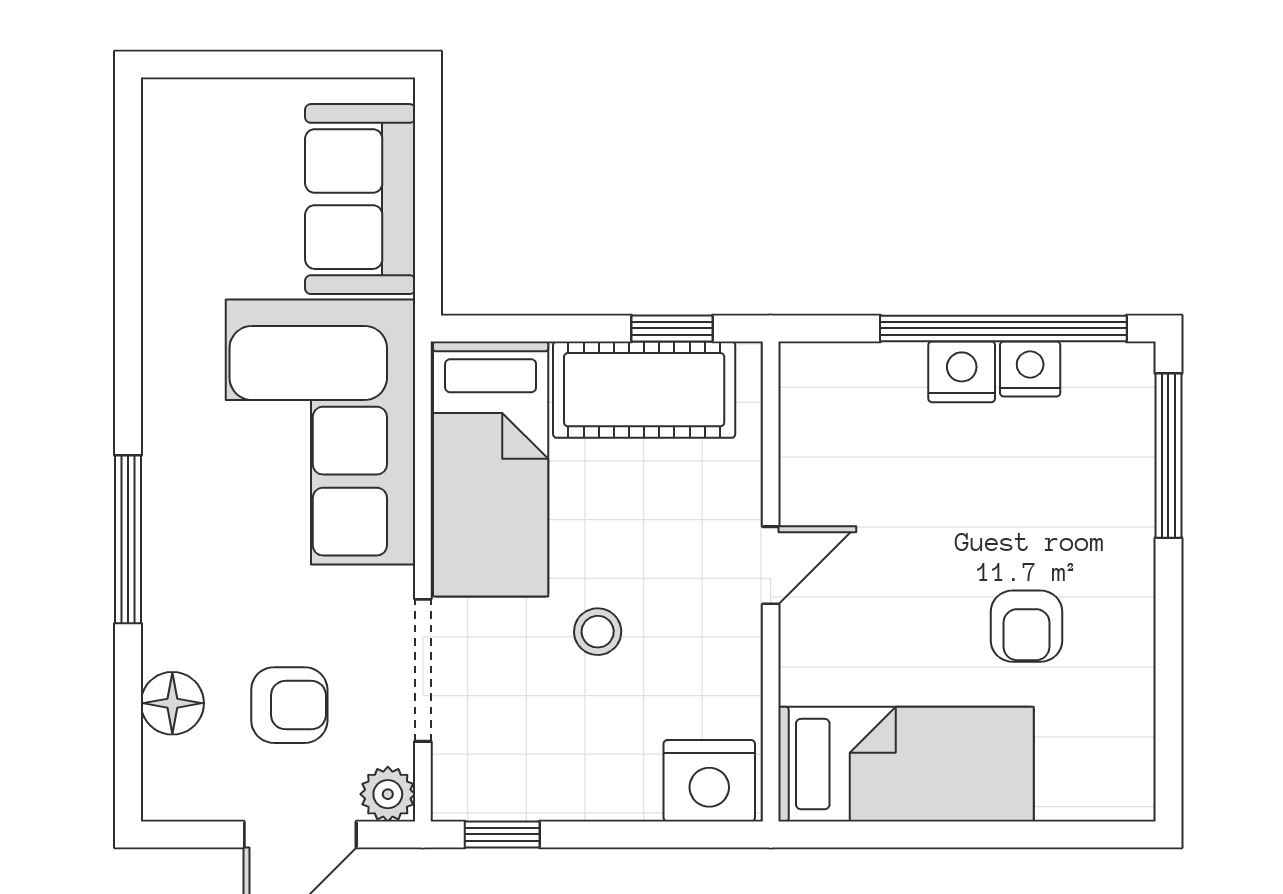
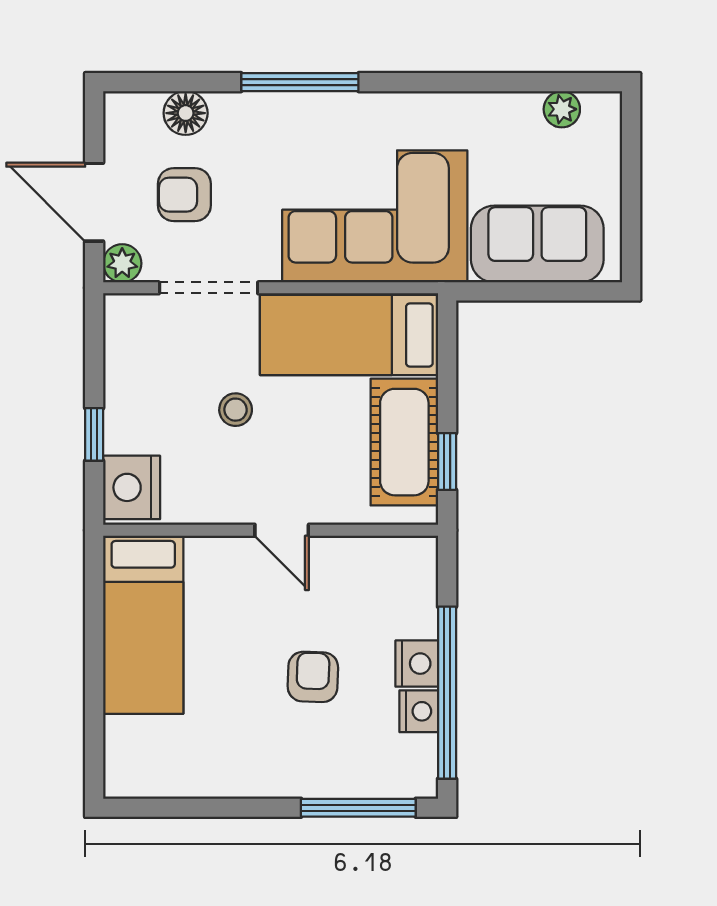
plant: (167, 164) -> (562, 109), added
armchair: (1027, 626) -> (313, 677), moved, turned 92
armchair: (289, 705) -> (184, 195), turned 90
window: (502, 834) -> (94, 434), moved

